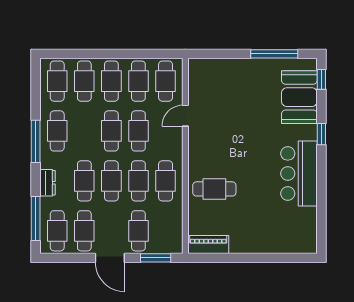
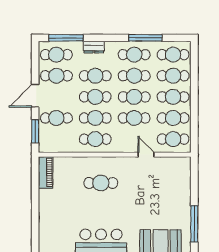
cafe table: (84, 131) -> (134, 76), added
window: (36, 141) -> (145, 38), moved
cafe table: (214, 189) -> (101, 183), moved, turned 90

